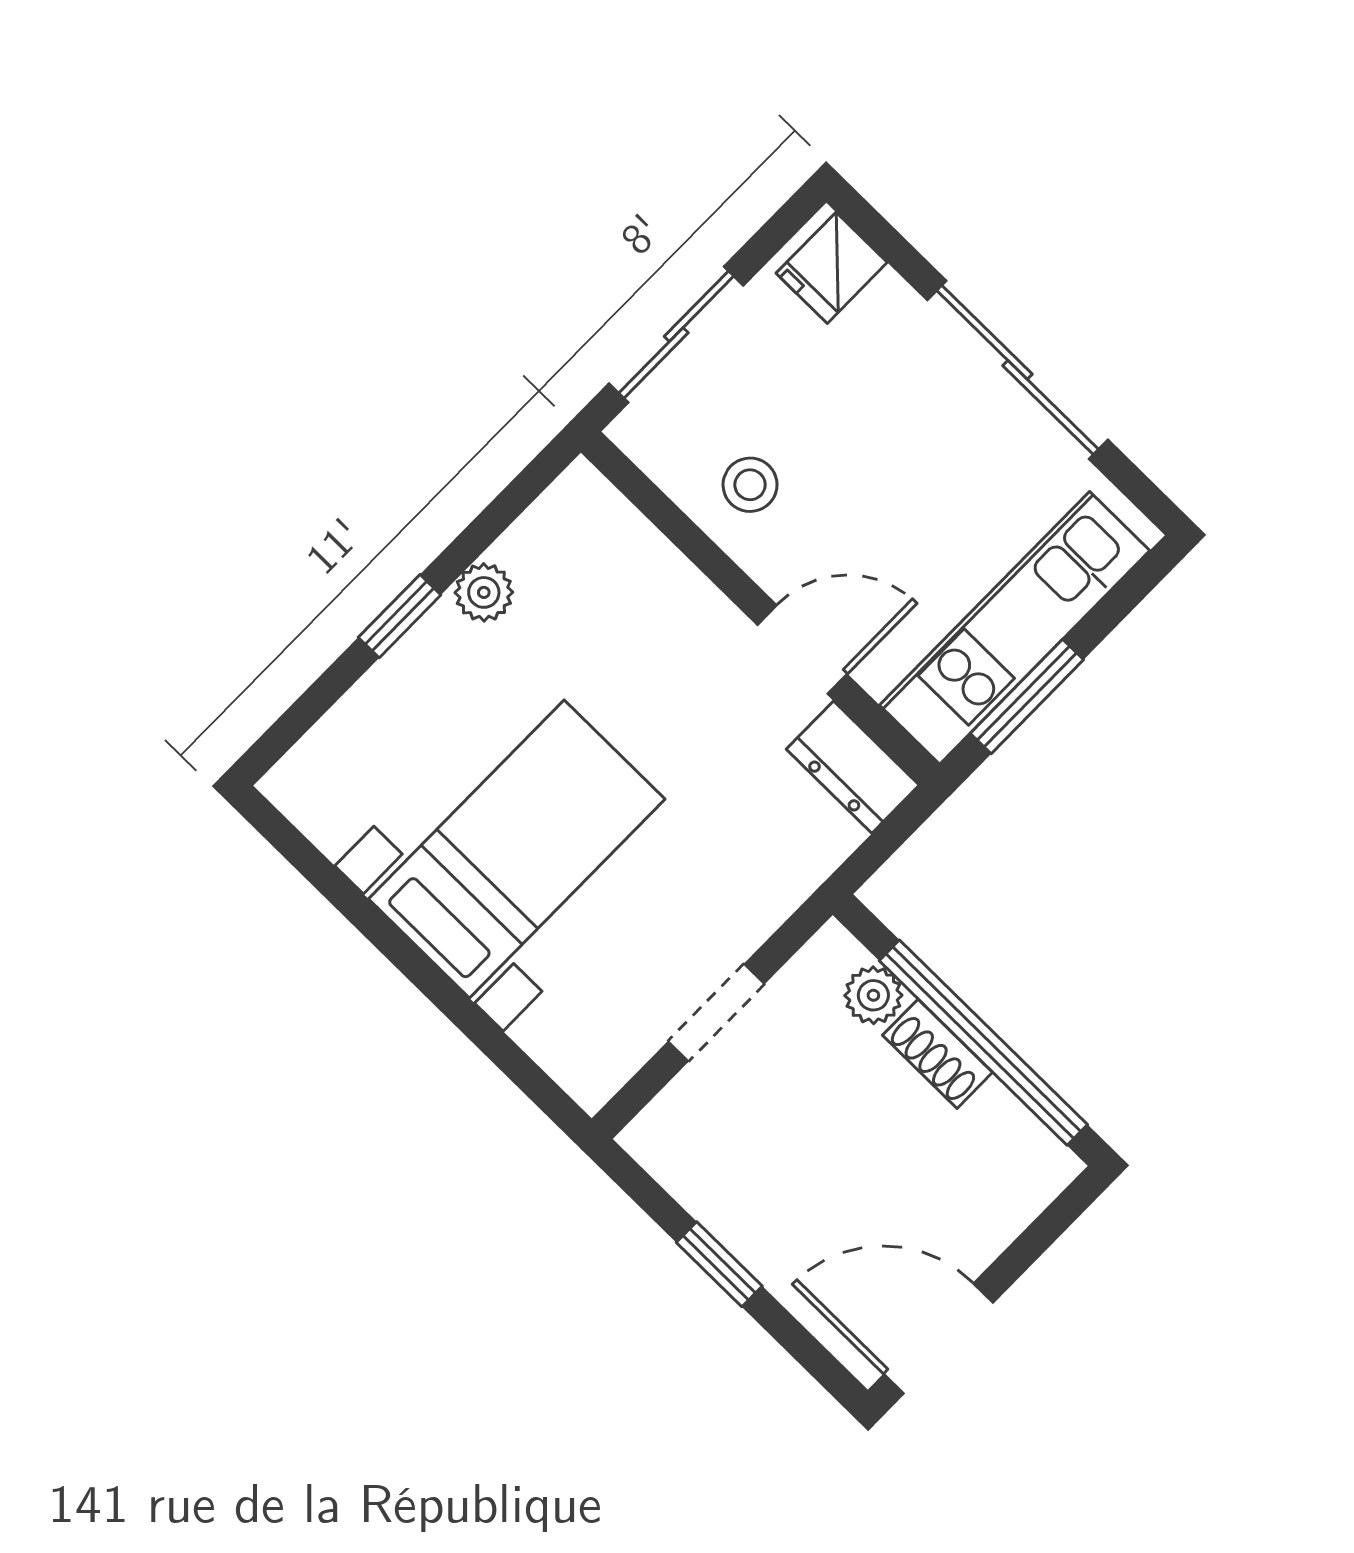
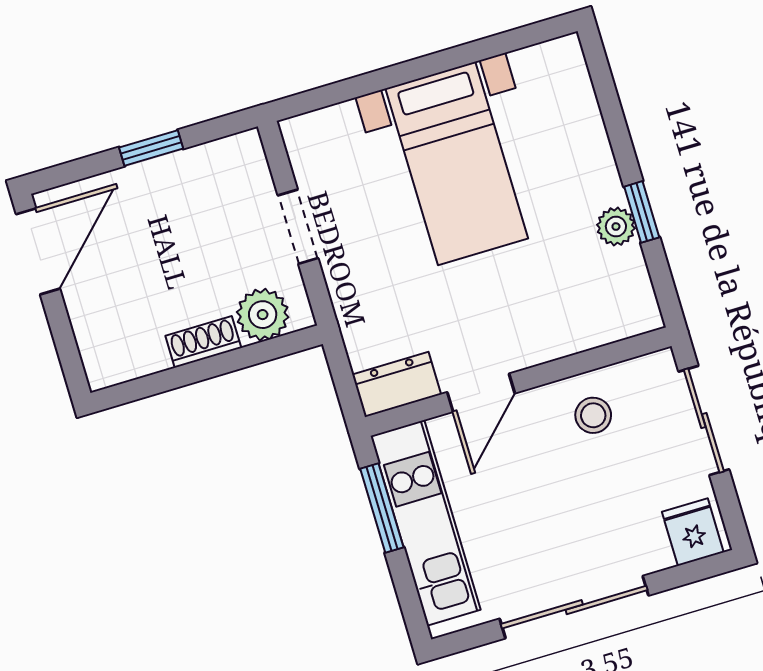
window: (400, 616) -> (642, 212), moved
plant: (873, 995) -> (263, 315), width x1.38, depth x1.38
window: (983, 1043) -> (195, 372), removed

